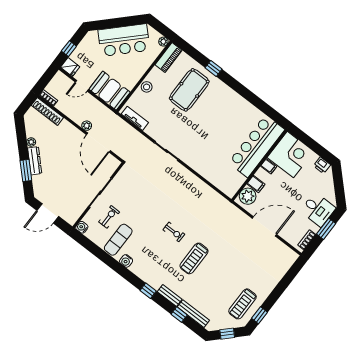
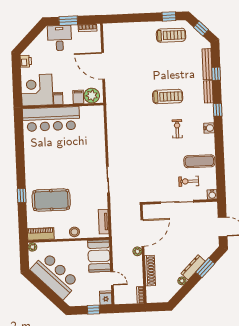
shoe rack: (47, 111) -> (150, 271), moved
exercise bike: (174, 232) -> (177, 129), moved
water cooler: (126, 261) -> (209, 128), moved

